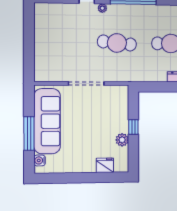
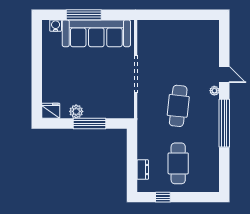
window: (133, 127) -> (90, 123), width x2.17
fridge: (105, 165) -> (51, 111), moved, turned -90

